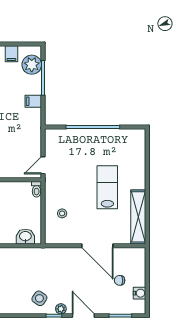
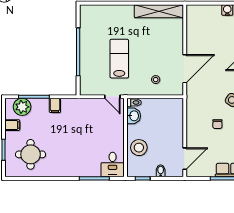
lab bench: (107, 187) -> (119, 59), moved, turned 90
washbasin: (25, 237) -> (134, 116), moved, turned 180
door: (97, 246) -> (185, 69), moved
chair: (120, 280) -> (217, 124), moved

